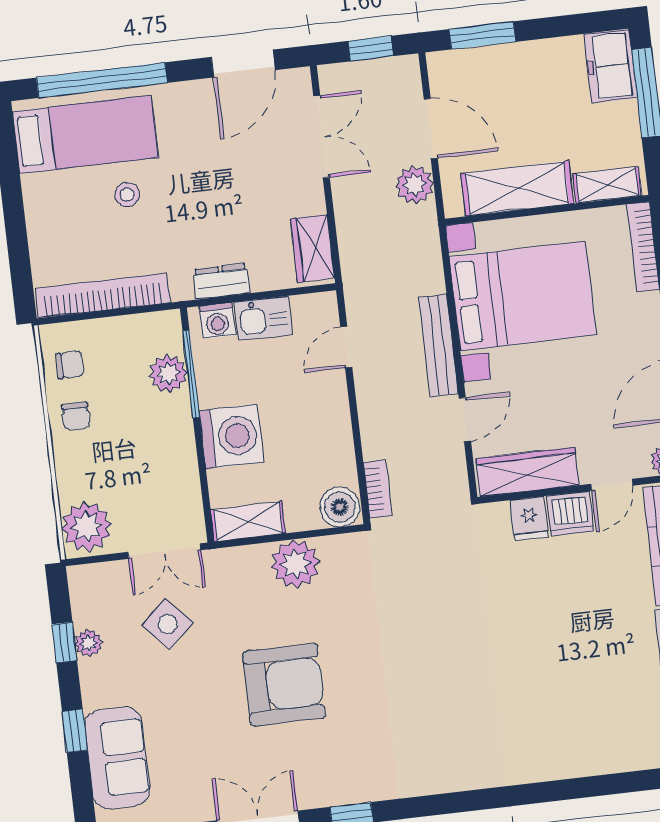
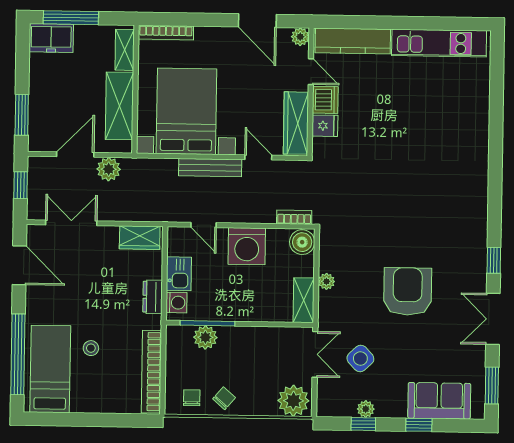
chair: (76, 416) -> (224, 398), turned -49
washing machine: (232, 436) -> (247, 246), moved, turned 180
plant: (295, 564) -> (326, 281), width x0.53, depth x0.53

